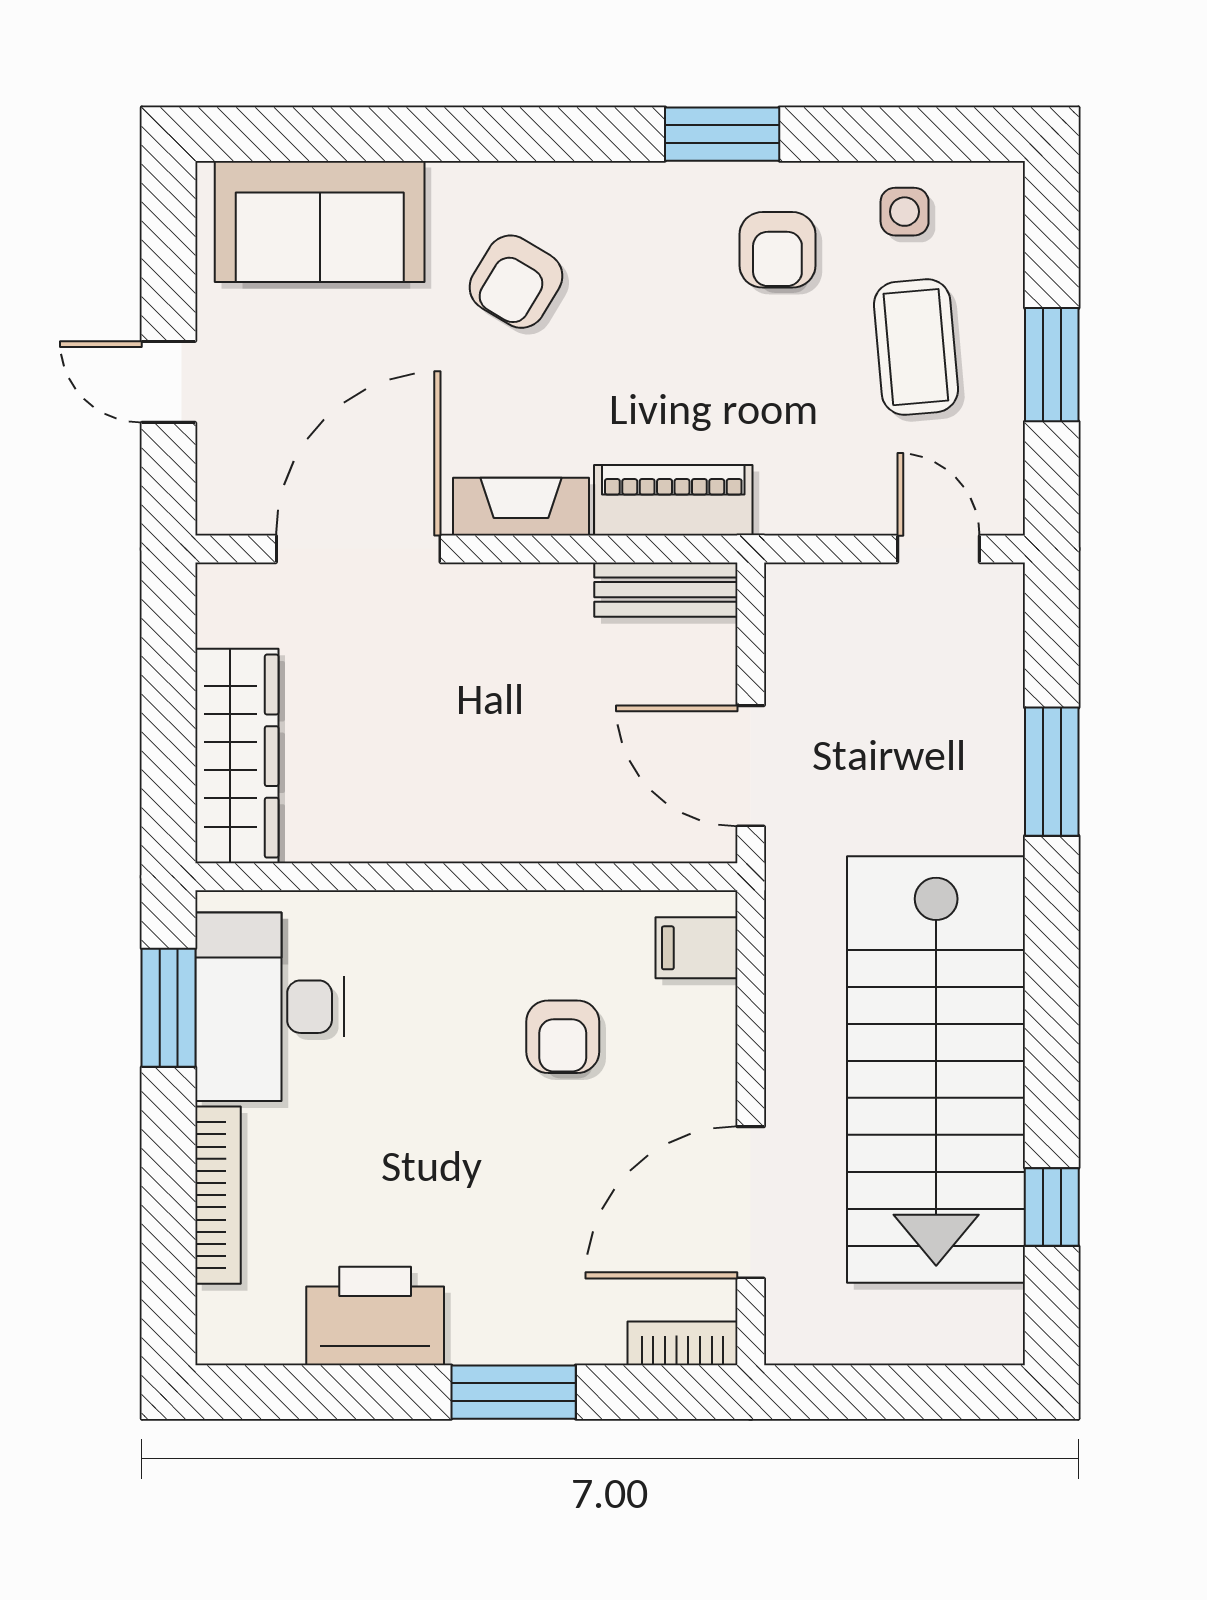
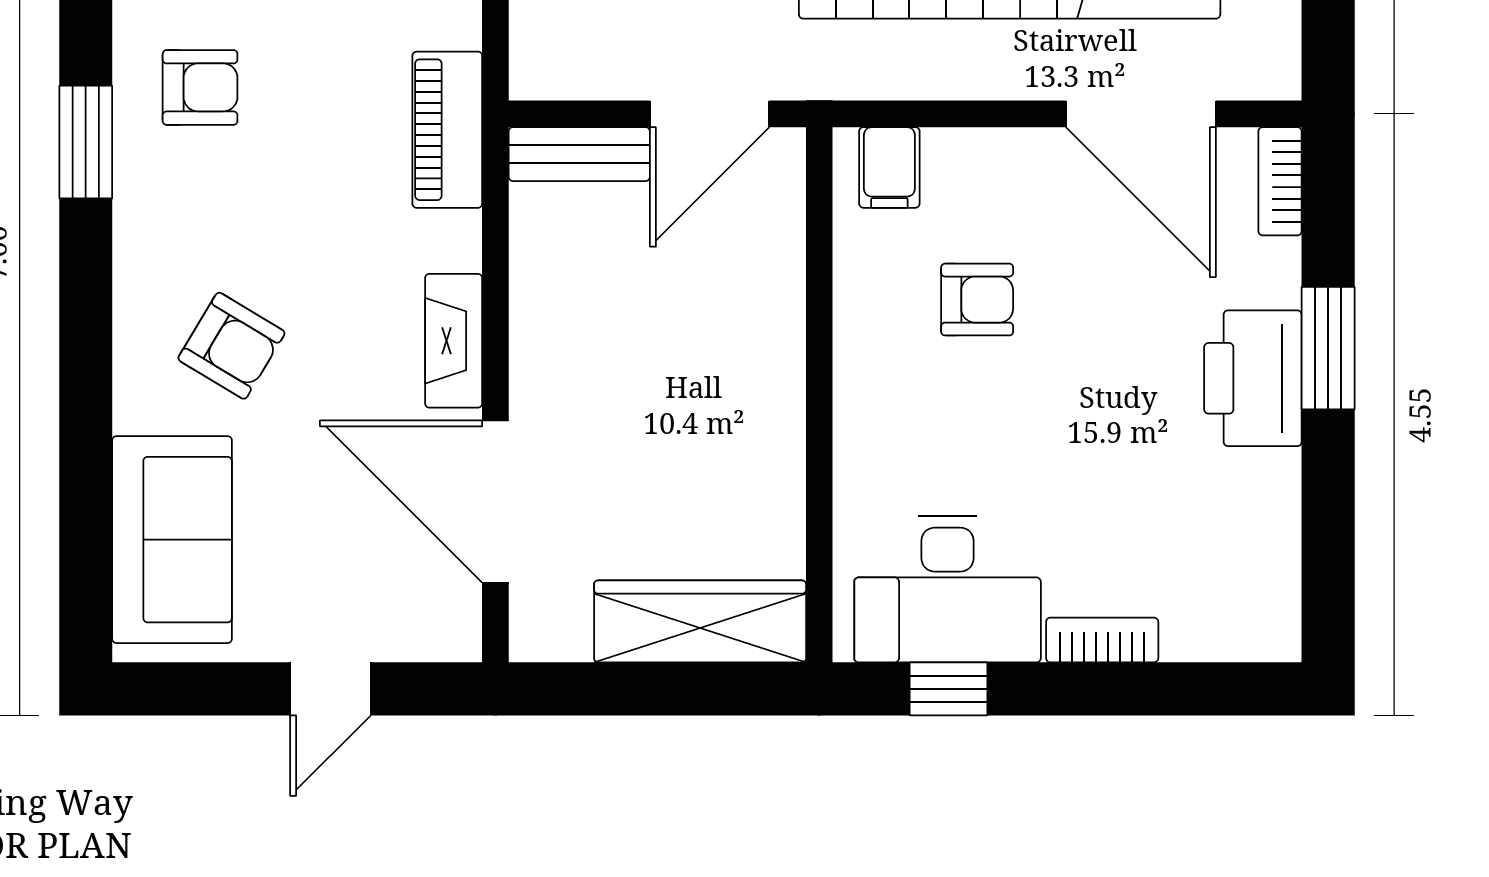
piano: (673, 500) -> (447, 130), moved
bench: (666, 590) -> (579, 154), moved, turned 90
window: (168, 1008) -> (949, 689), width x0.67
bookcase: (218, 1195) -> (1102, 640), width x0.64
printer: (375, 1316) -> (1253, 378), moved

